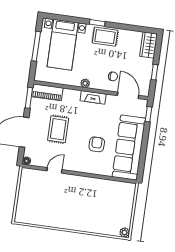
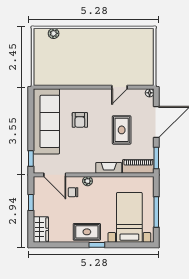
plant: (85, 83) -> (88, 181), moved
fireplace: (93, 97) -> (109, 168), moved
plant: (124, 232) -> (54, 33), moved

